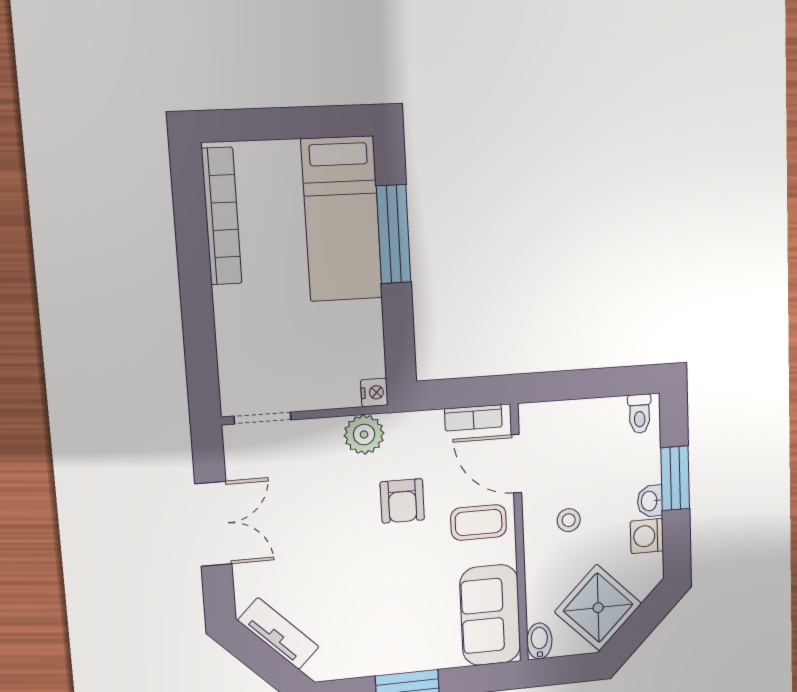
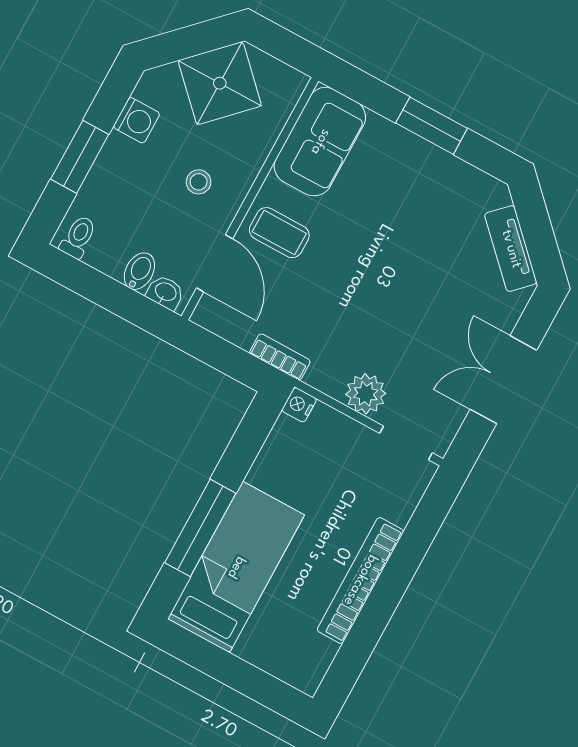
bookcase: (222, 216) -> (360, 580), moved
bookcase: (473, 418) -> (280, 357), moved
plant: (364, 434) -> (366, 394), moved
armchair: (402, 501) -> (333, 295), removed
washbasin: (650, 501) -> (165, 292), moved, turned -90
bidet: (539, 641) -> (139, 271), moved, turned 180

